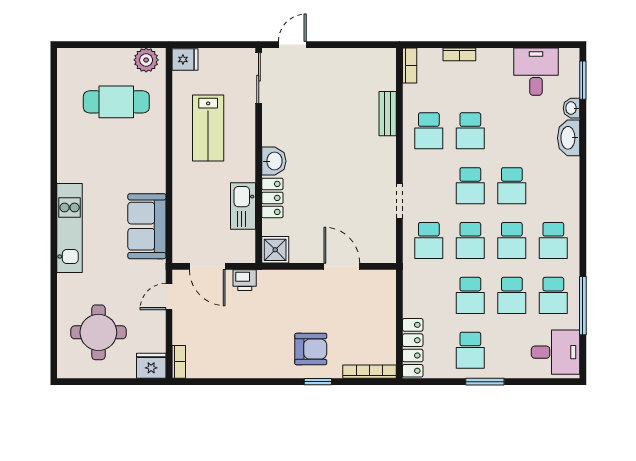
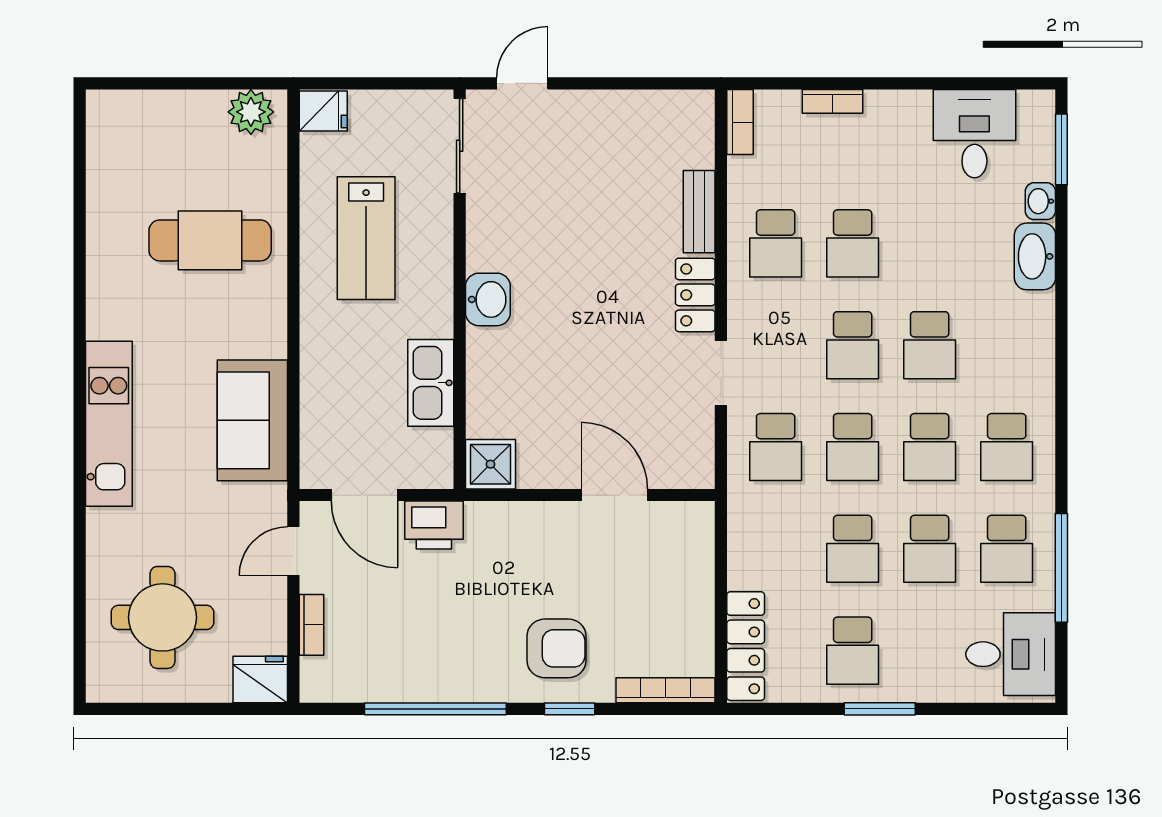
cafe table: (116, 102) -> (210, 240), moved
locker: (272, 198) -> (695, 295), moved, turned 180
printer: (245, 280) -> (434, 525), width x1.36, depth x1.24
bookcase: (179, 362) -> (312, 625), moved
window: (245, 382) -> (435, 709), added

